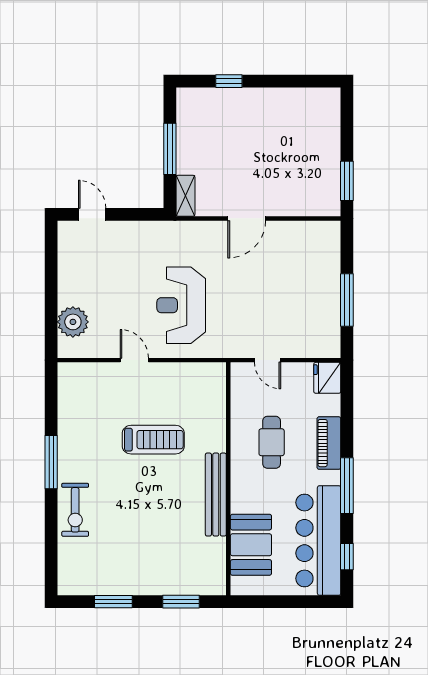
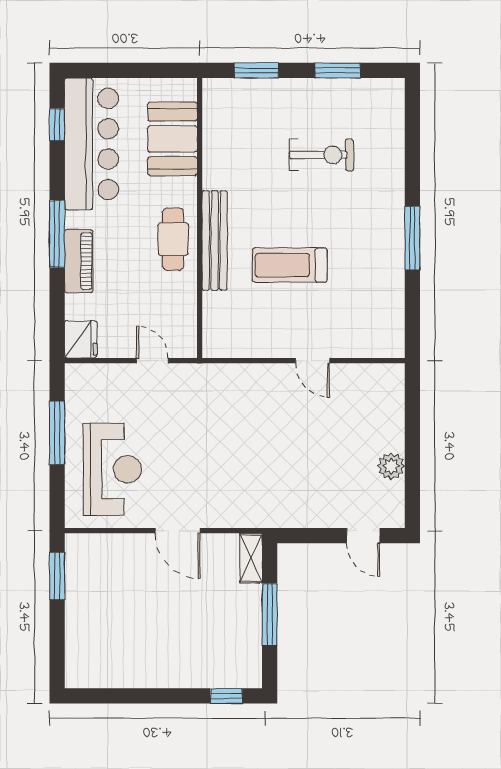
window: (229, 81) -> (226, 696), moved
door: (247, 218) -> (178, 531), swing flipped
reception desk: (181, 305) -> (112, 469), moved
plant: (73, 322) -> (391, 466), moved, width x0.73, depth x0.73
cafe table: (272, 442) -> (173, 239), moved
window: (347, 486) -> (57, 234), moved
bench: (216, 495) -> (215, 240), moved
exercise bike: (75, 510) -> (321, 155), moved, turned 90

